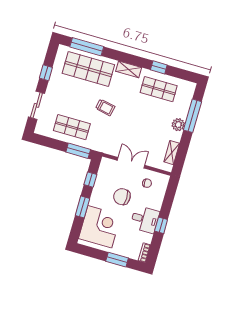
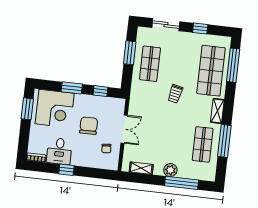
window: (159, 67) -> (224, 141), width x2.17
window: (78, 151) -> (130, 53), moved
desk: (145, 219) -> (59, 151), moved
window: (117, 260) -> (27, 109), moved

